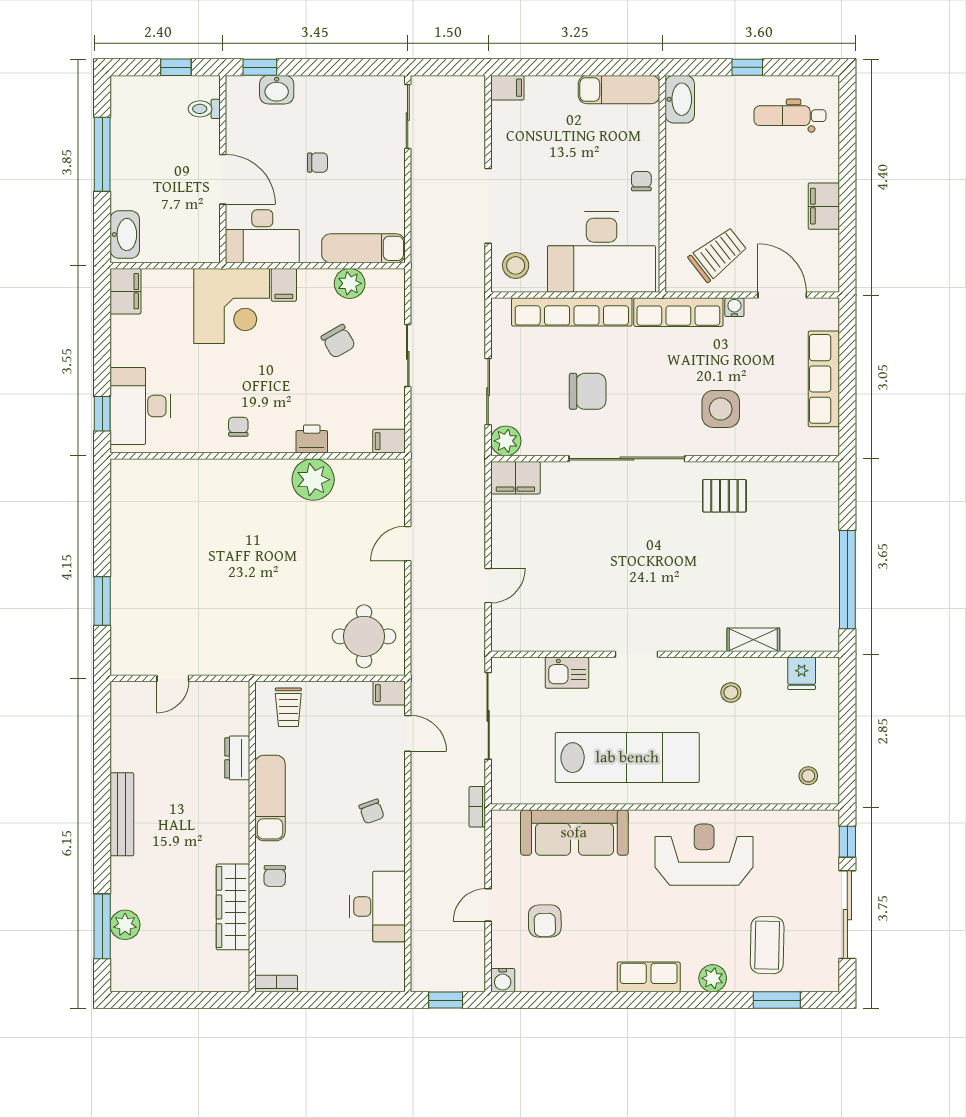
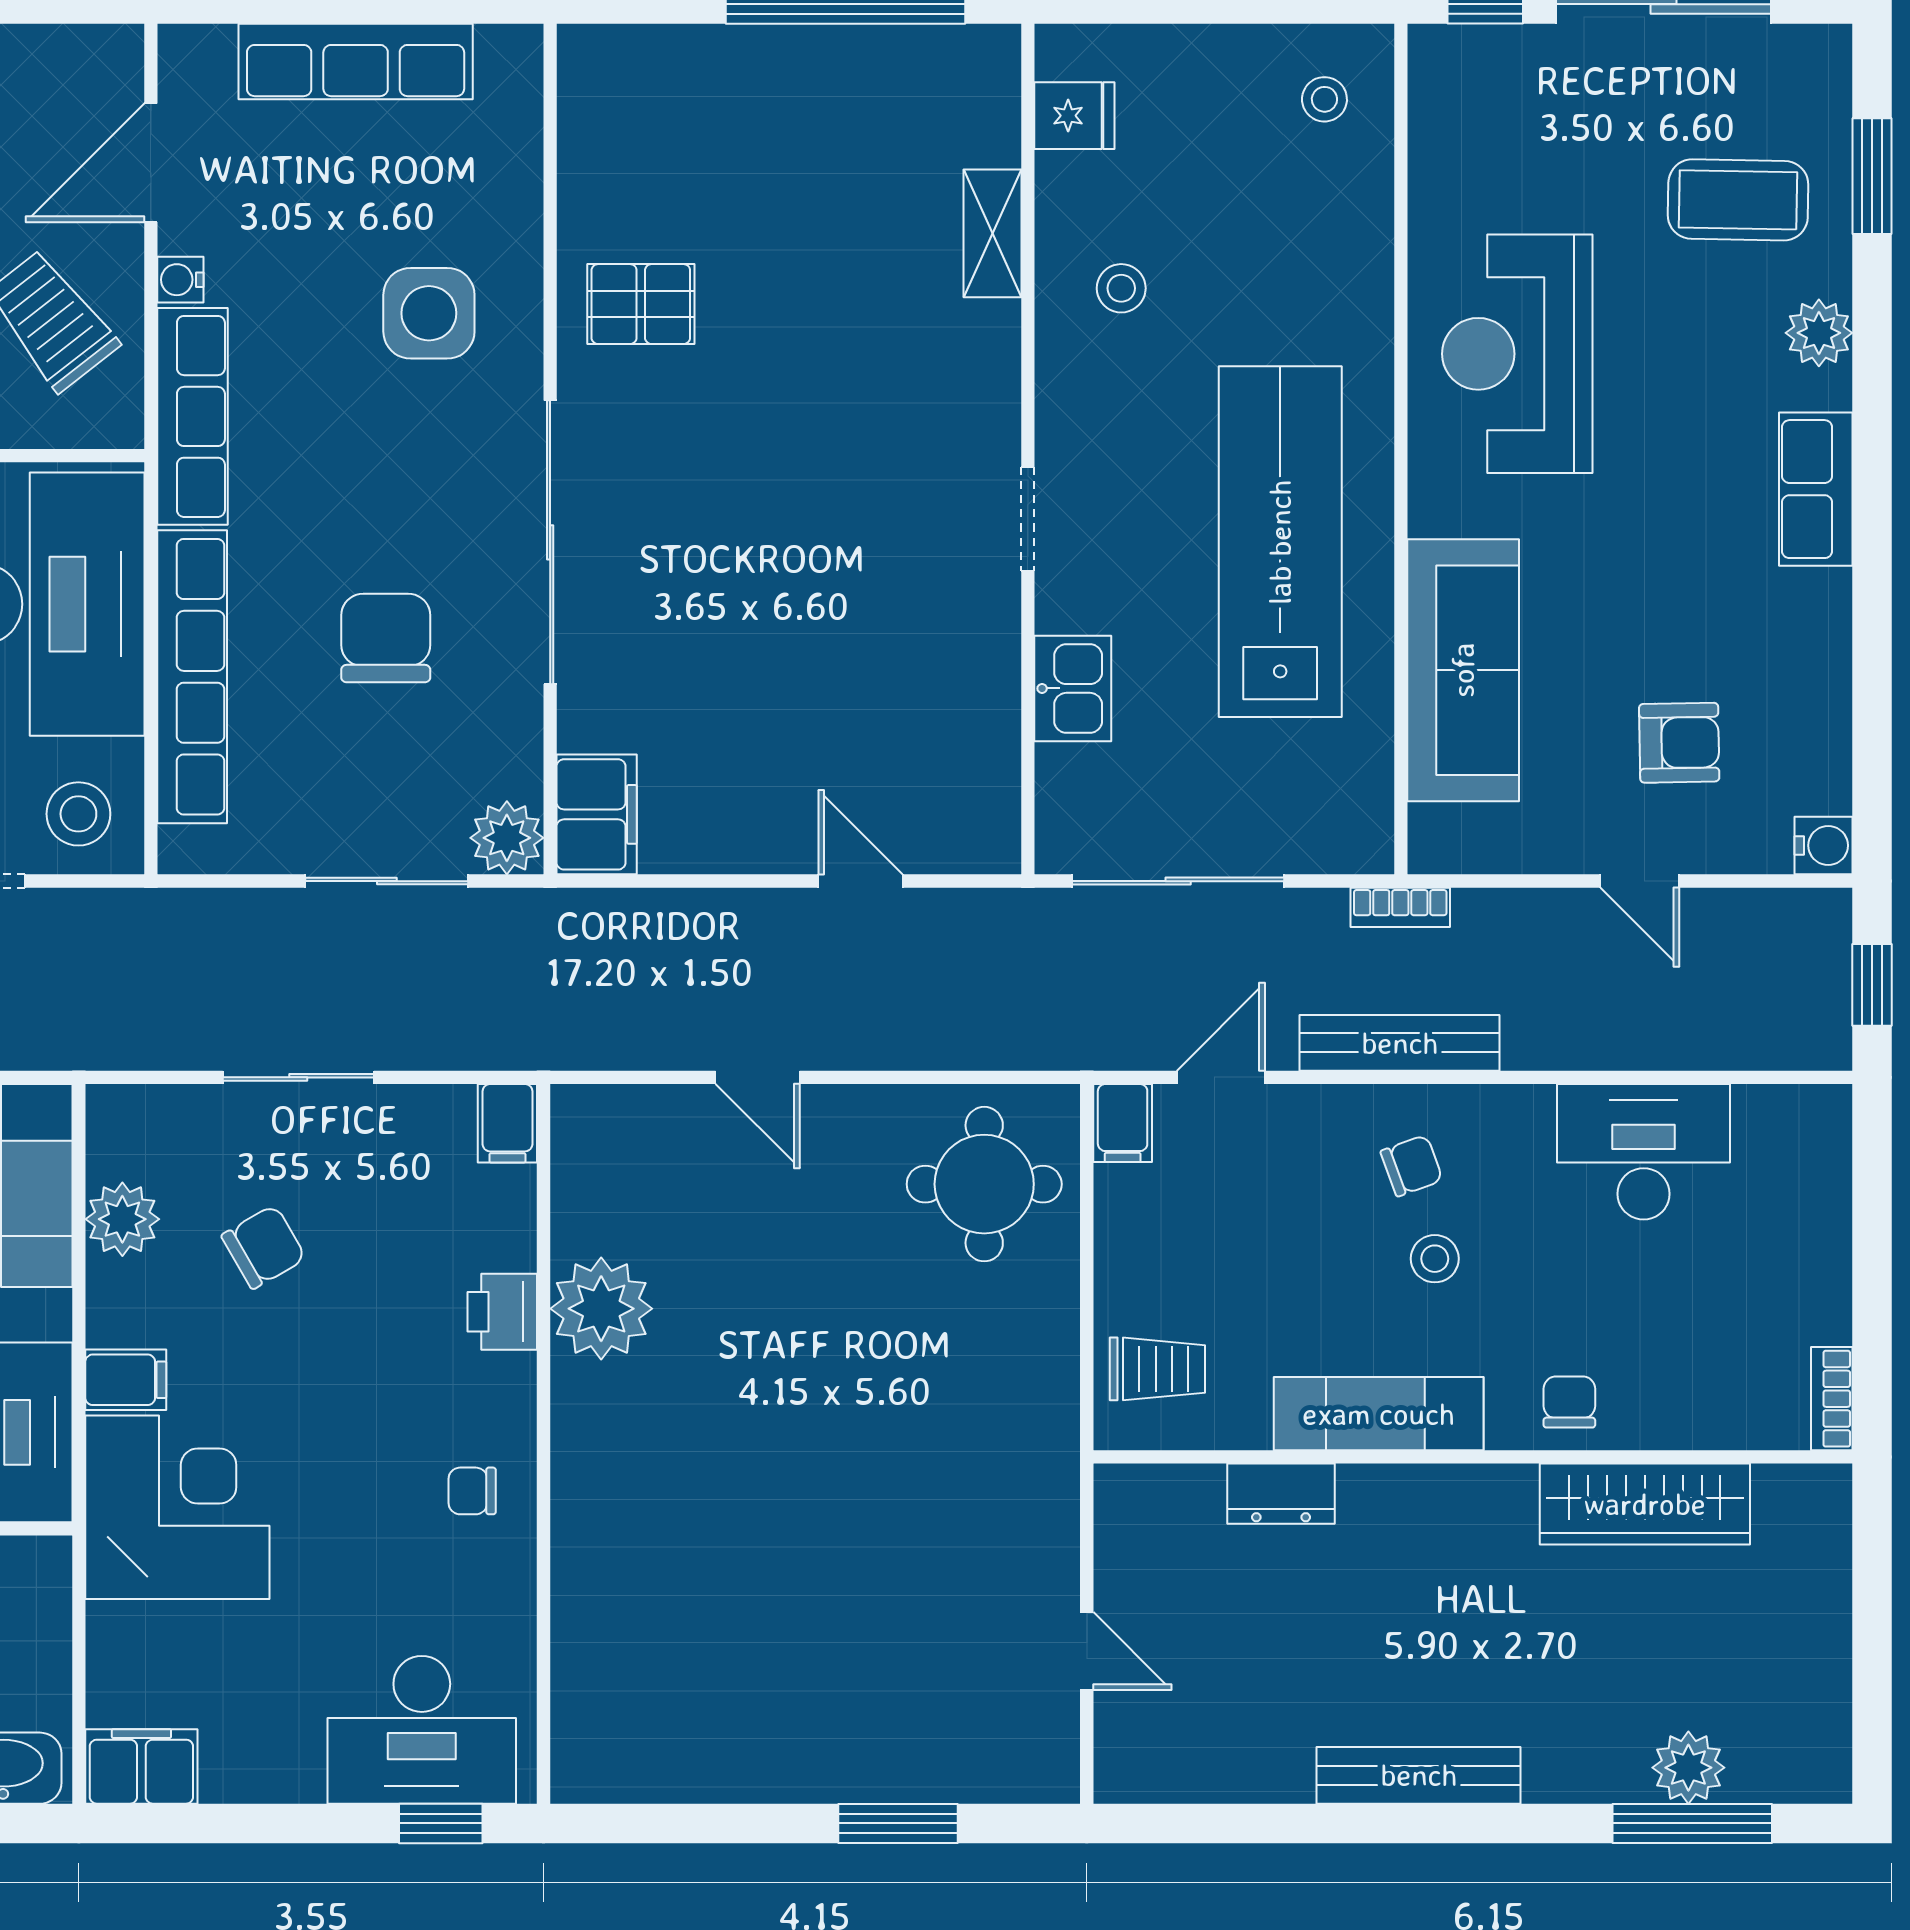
pallet: (724, 496) -> (641, 304), turned 90
bench: (422, 806) -> (1400, 1043), added
stool: (333, 821) -> (1435, 1259), added
chair: (275, 876) -> (1569, 1402), turned -91

